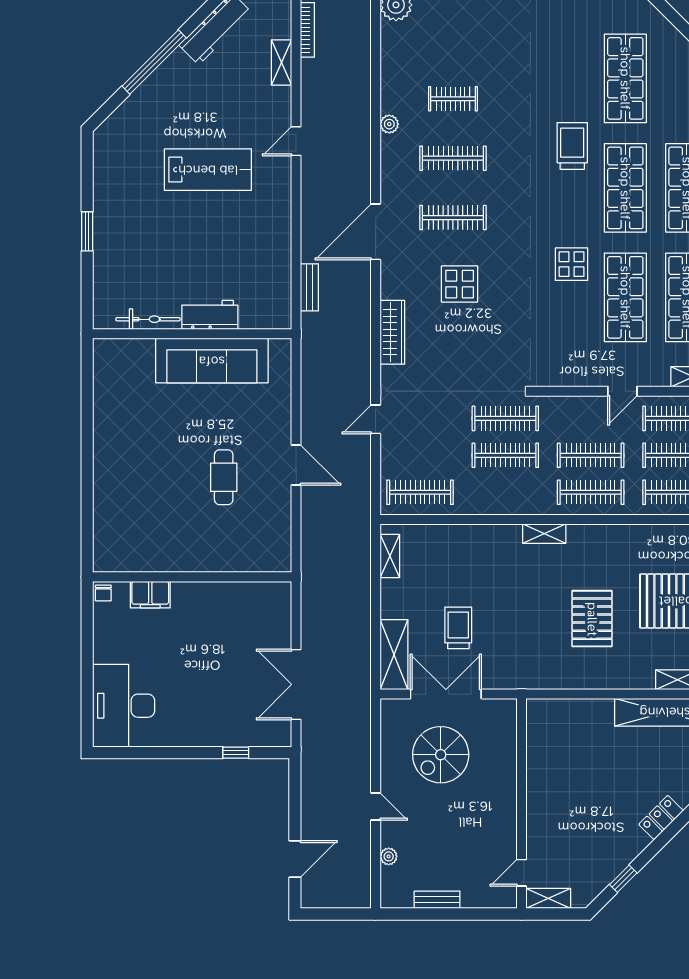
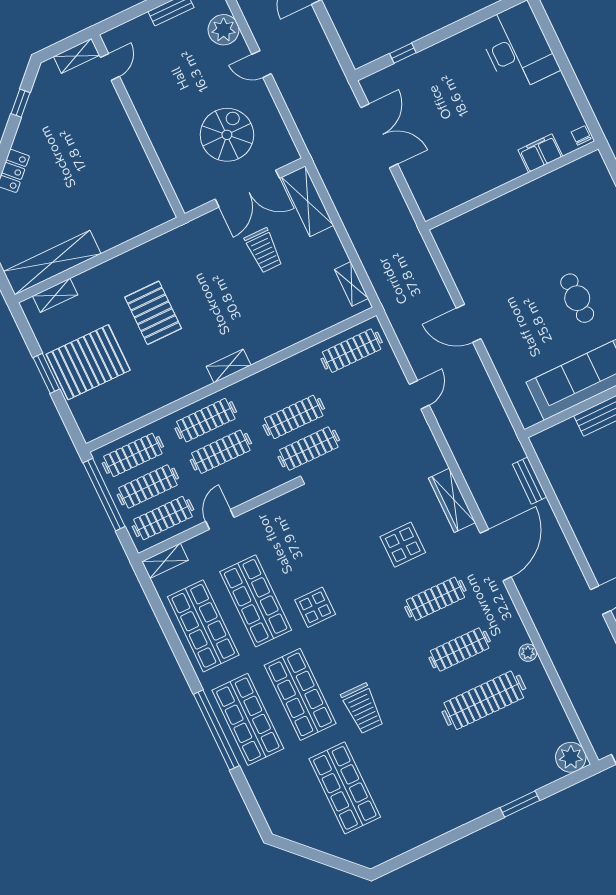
clothes rail: (453, 99) -> (484, 700), width x1.86, depth x1.31
wardrobe: (392, 332) -> (452, 500), moved
cafe table: (224, 477) -> (577, 298), moved
plant: (389, 856) -> (224, 30), width x1.87, depth x1.87

